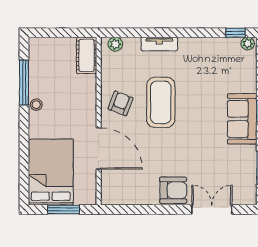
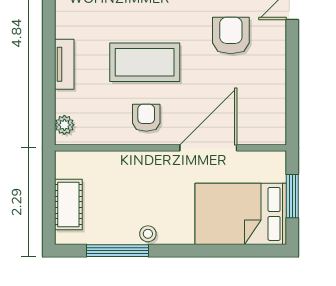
cot: (87, 55) -> (68, 205), moved, turned 90
armchair: (121, 103) -> (146, 118), turned 69
armchair: (173, 190) -> (231, 35), moved

